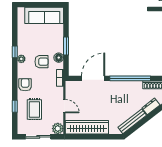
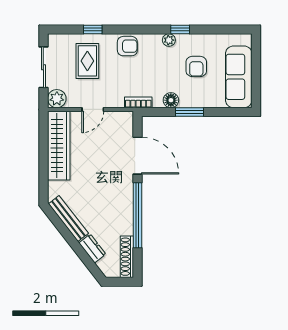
armchair: (42, 62) -> (196, 66), moved
rug: (34, 109) -> (87, 61), turned 90

